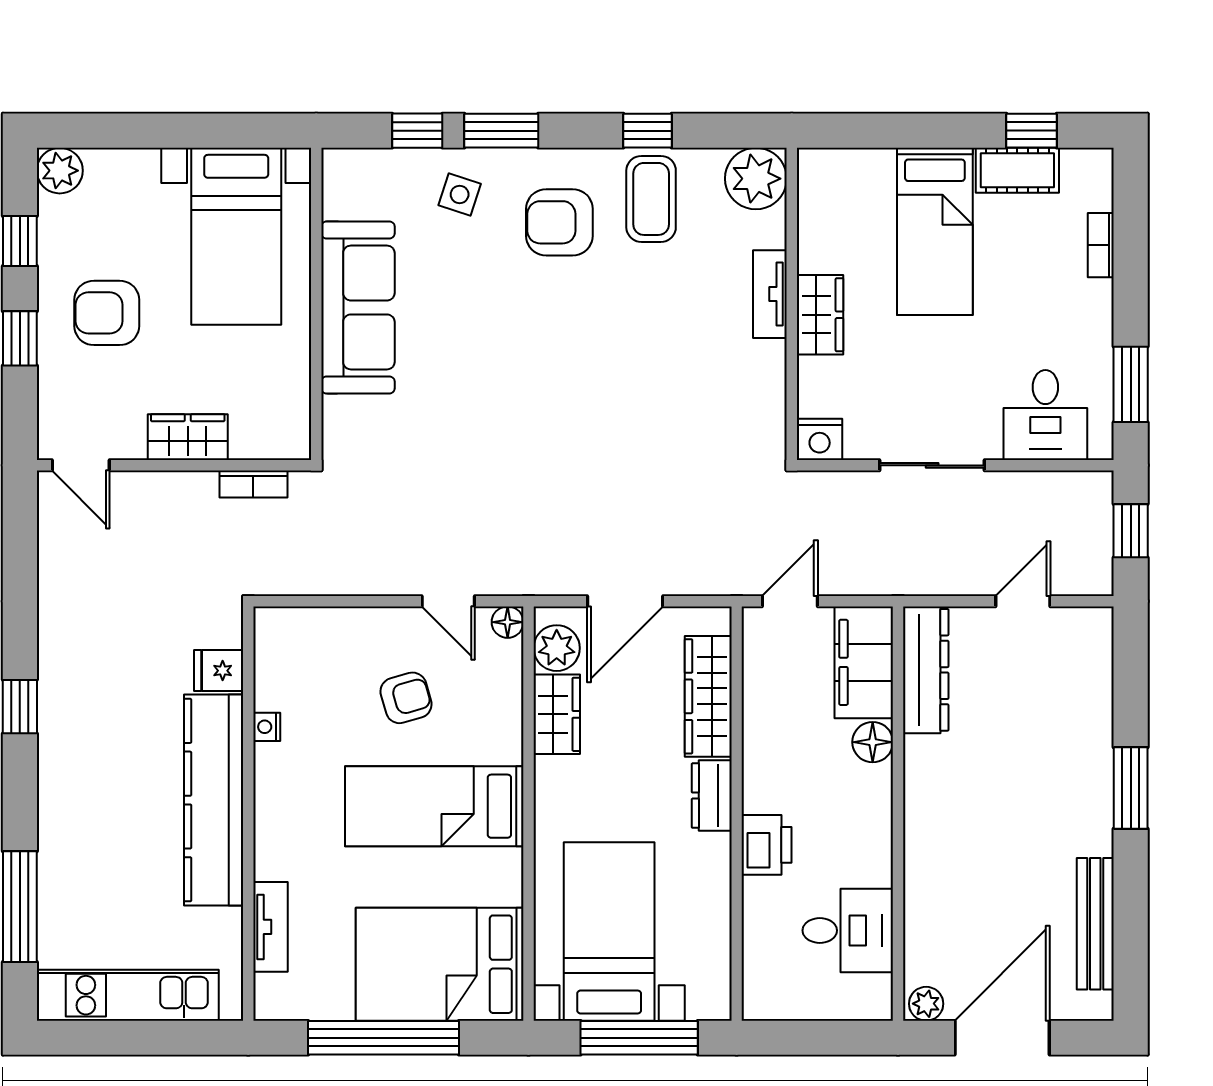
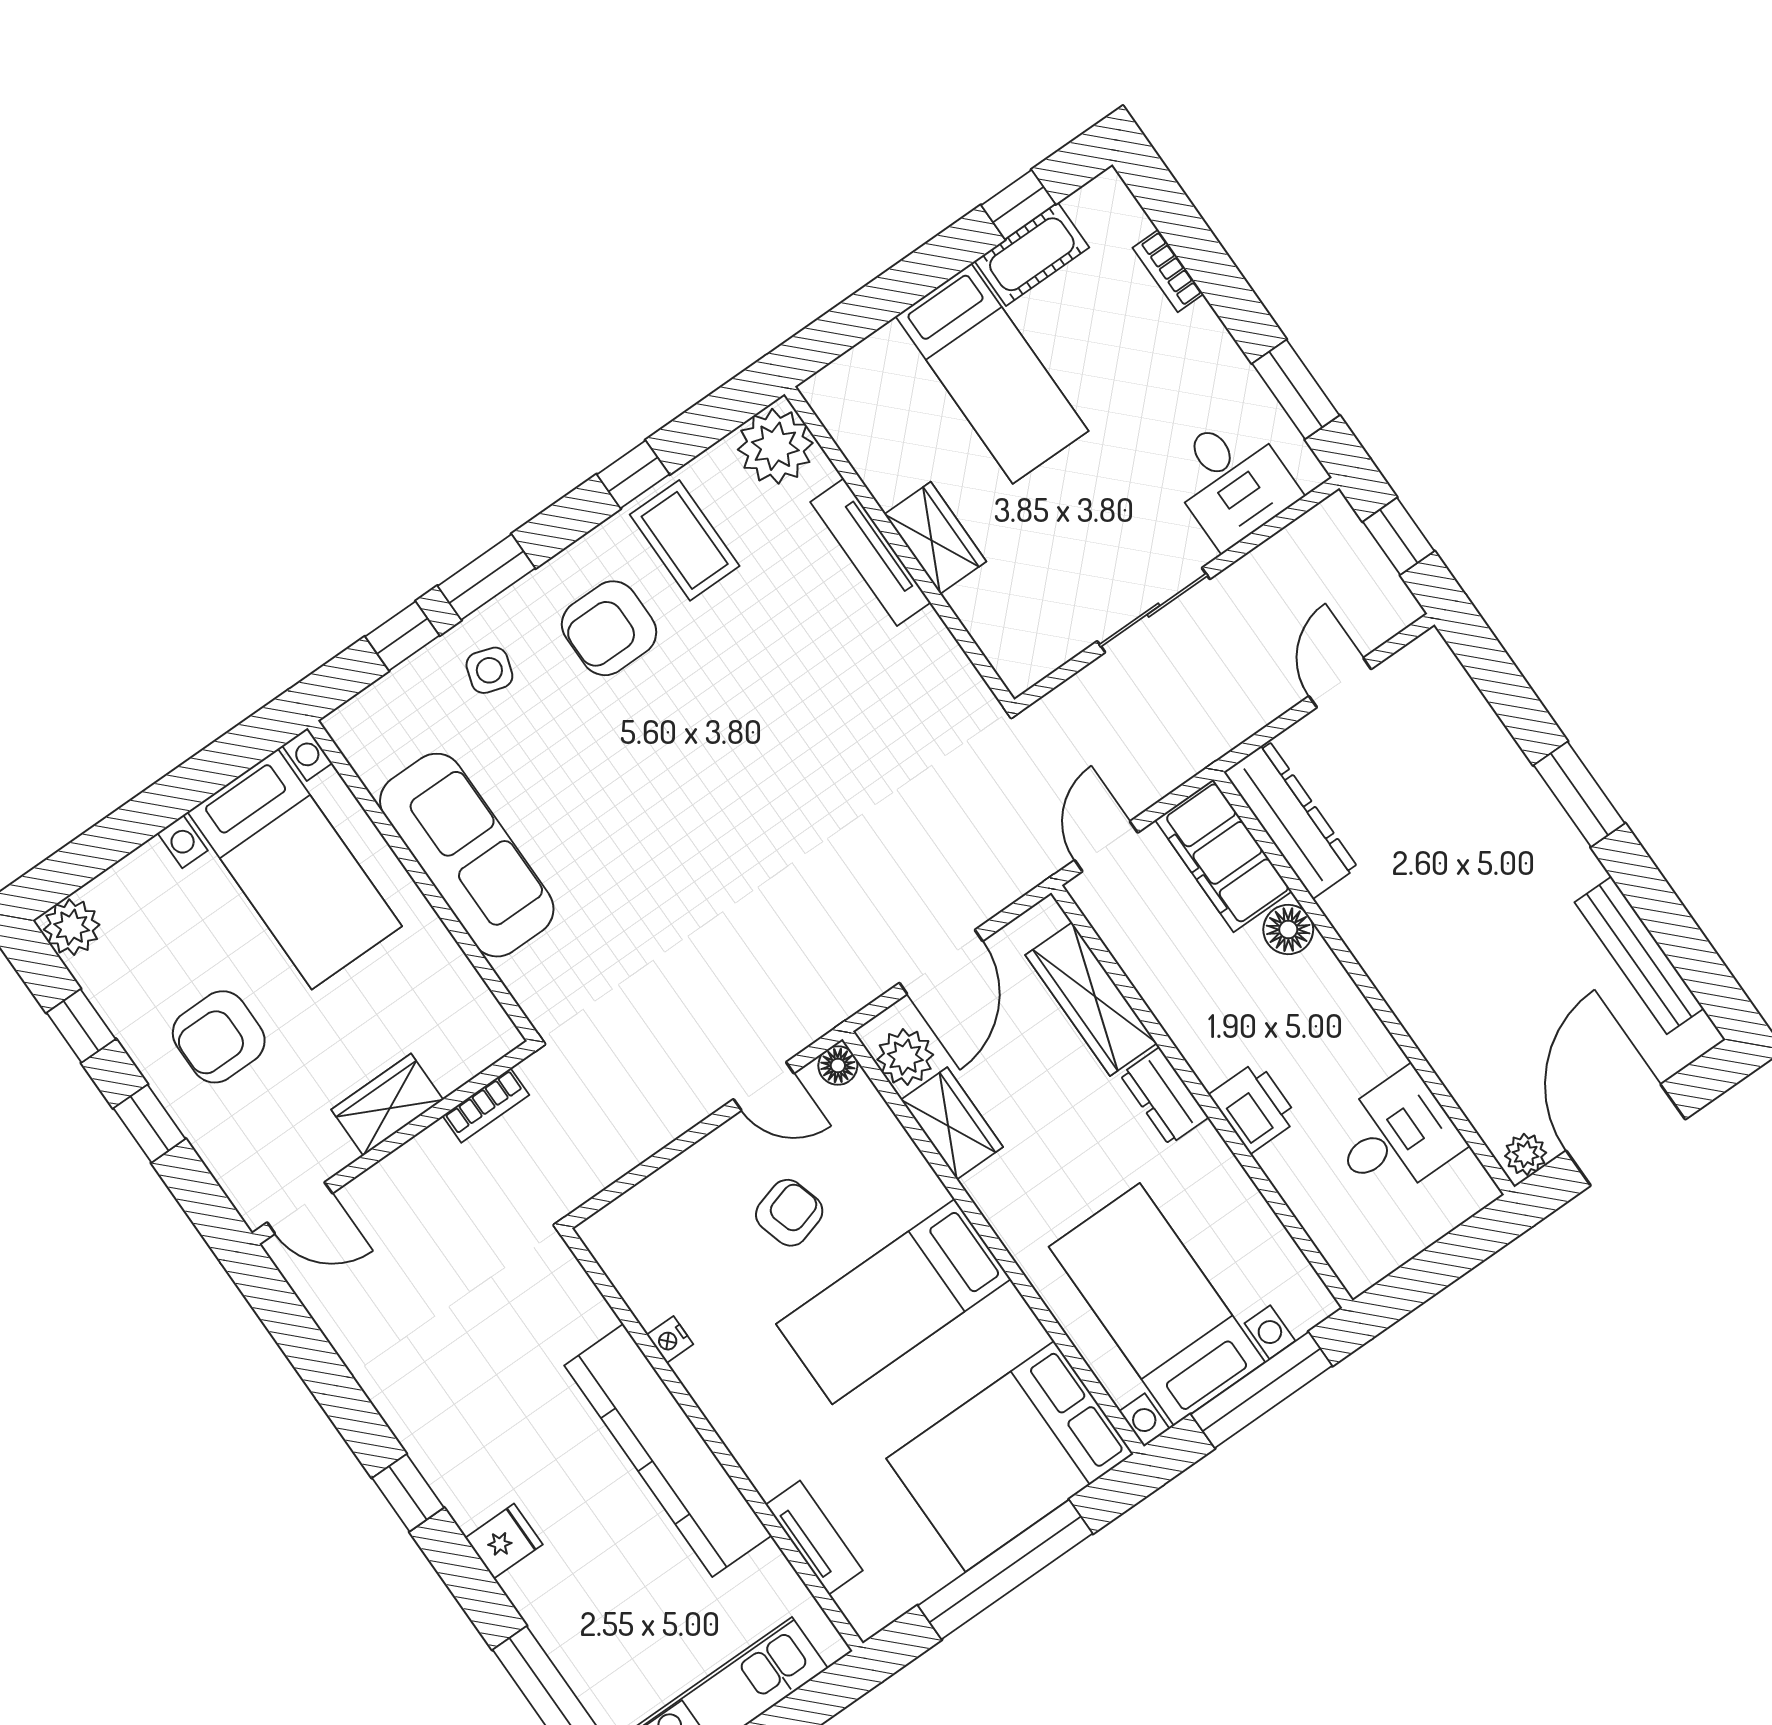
tv unit: (770, 294) -> (871, 552), width x1.41
nightstand: (820, 439) -> (1022, 663), removed
fridge: (219, 671) -> (504, 1541), moved, turned 180

